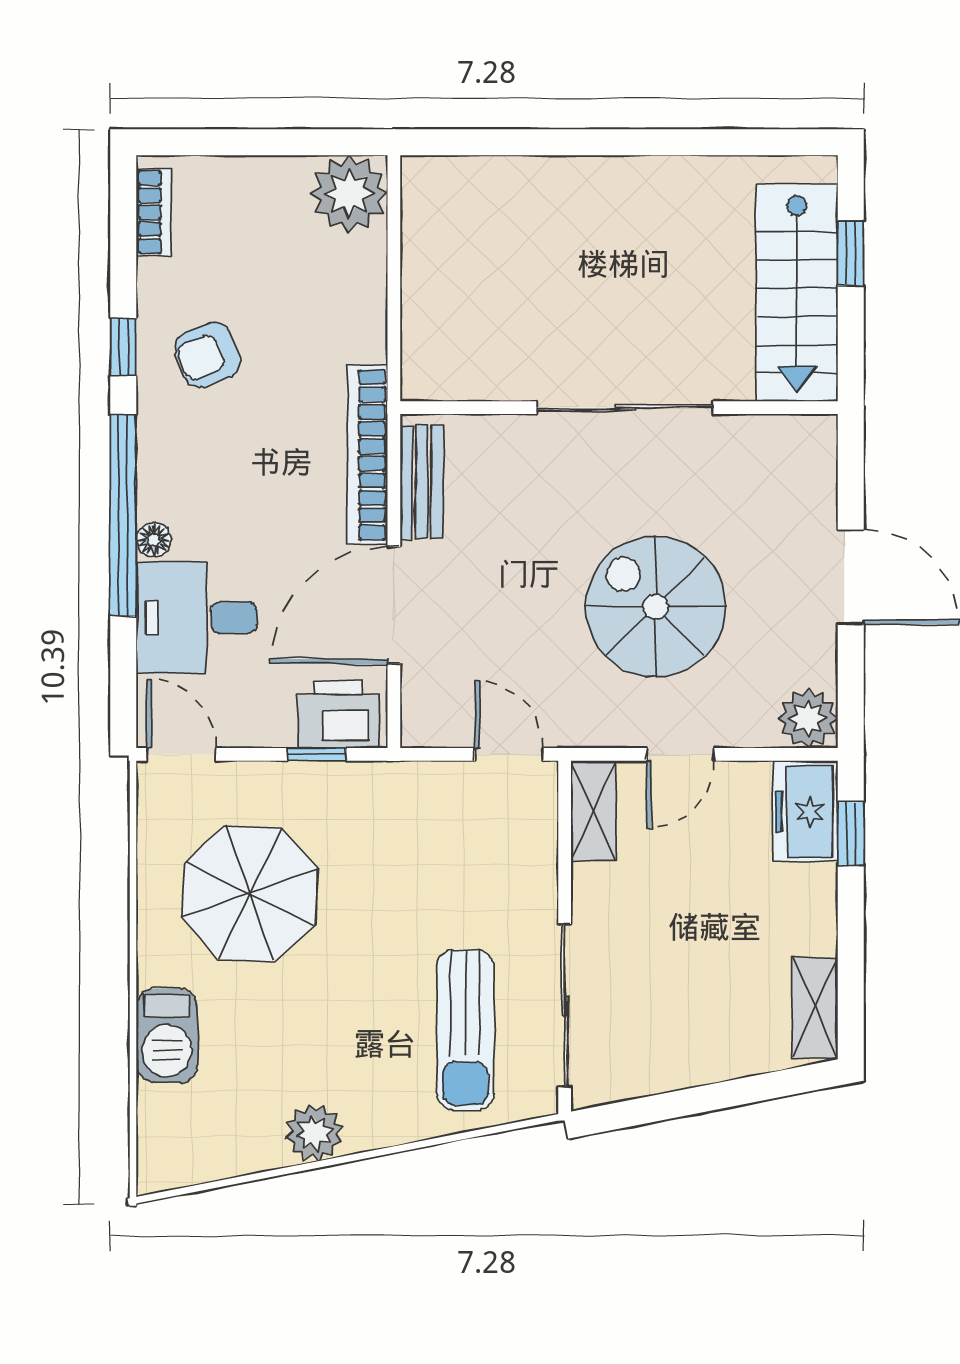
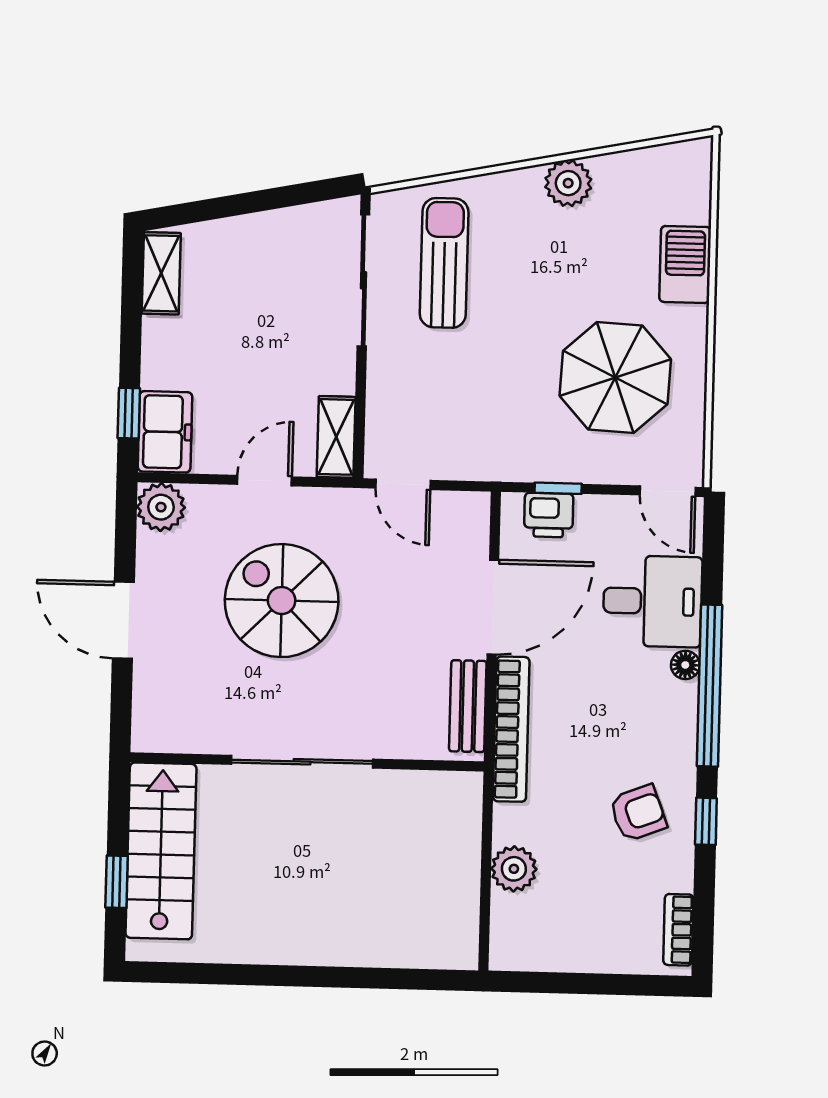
plant: (349, 194) -> (514, 869), moved, width x0.73, depth x0.73
spiral stairs: (656, 607) -> (282, 601), turned 180
printer: (339, 714) -> (549, 515), width x0.73, depth x0.81

